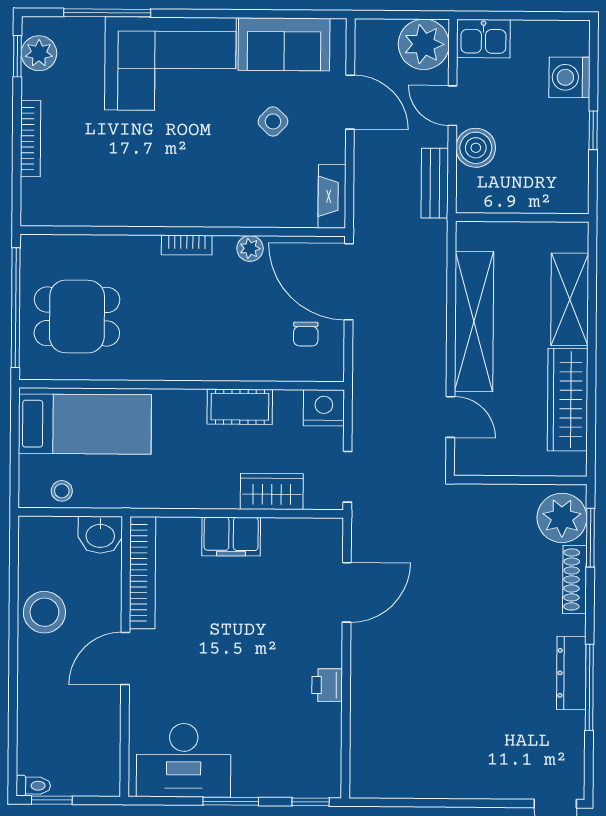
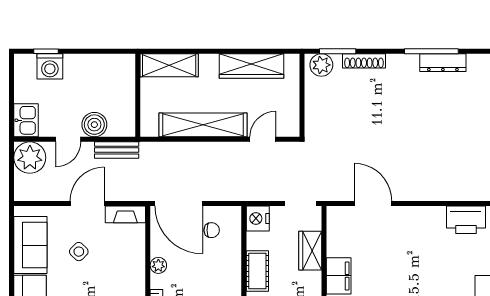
door: (350, 102) -> (87, 203), moved
window: (593, 130) -> (46, 51), moved
door: (349, 282) -> (179, 203), hinge flipped
shelving: (570, 299) -> (169, 65), moved
plant: (562, 518) -> (321, 65), width x0.73, depth x0.73
dresser: (571, 673) -> (443, 63), moved
printer: (327, 685) -> (466, 220), moved, width x1.87, depth x1.48

